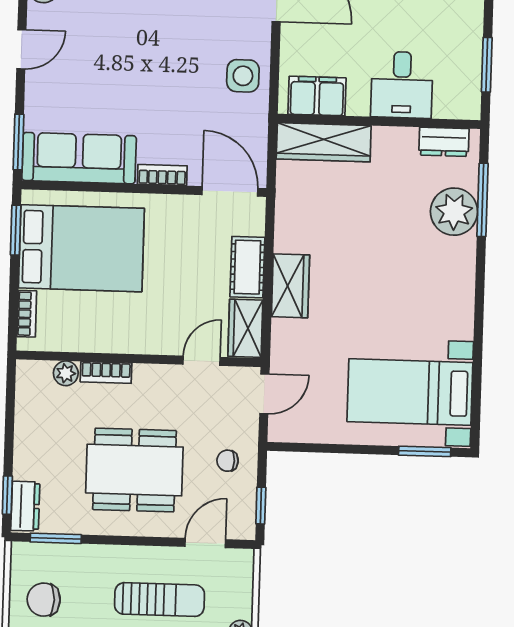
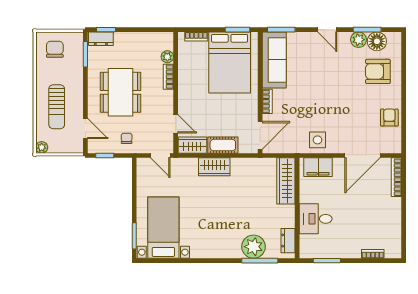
filing cabinet: (317, 96) -> (318, 167), moved, turned 90

